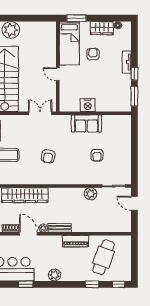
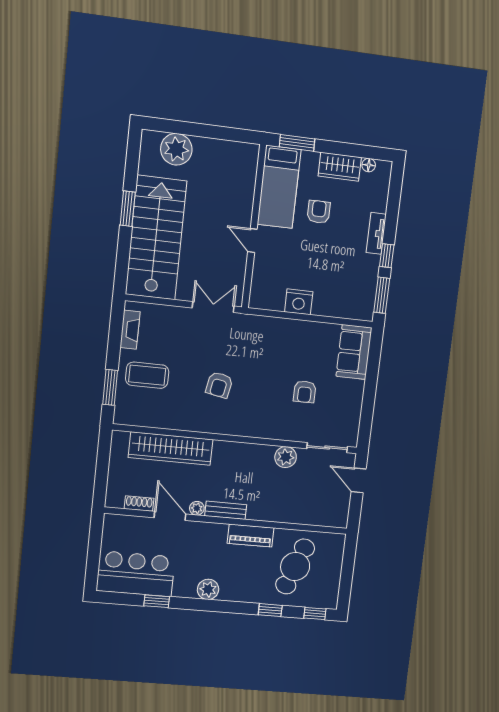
sofa: (86, 124) -> (354, 352), moved, turned 90

